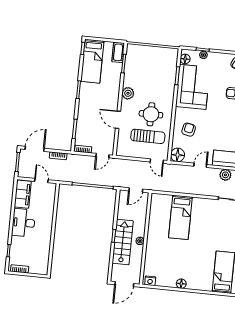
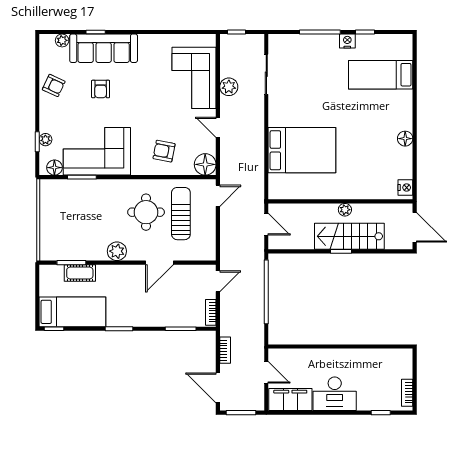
cot: (118, 52) -> (80, 273), moved
door: (102, 156) -> (218, 281), hinge flipped
door: (41, 181) -> (266, 372), swing flipped
bed: (180, 217) -> (302, 150), width x1.50

